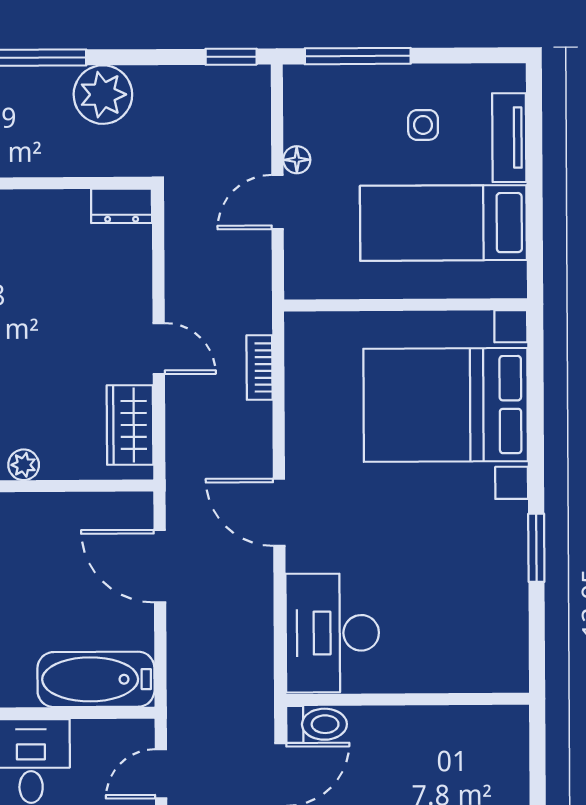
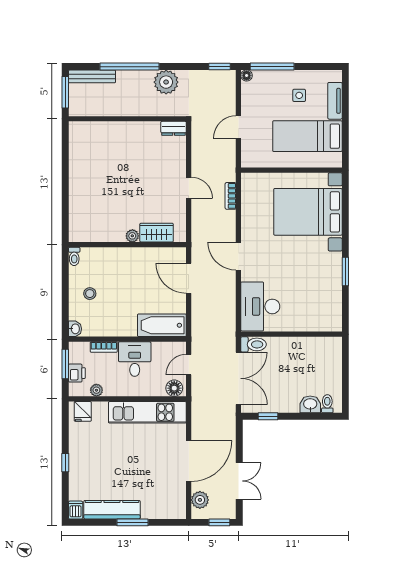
floor lamp: (297, 160) -> (247, 75), moved
wardrobe: (130, 425) -> (157, 233), moved, turned 90

